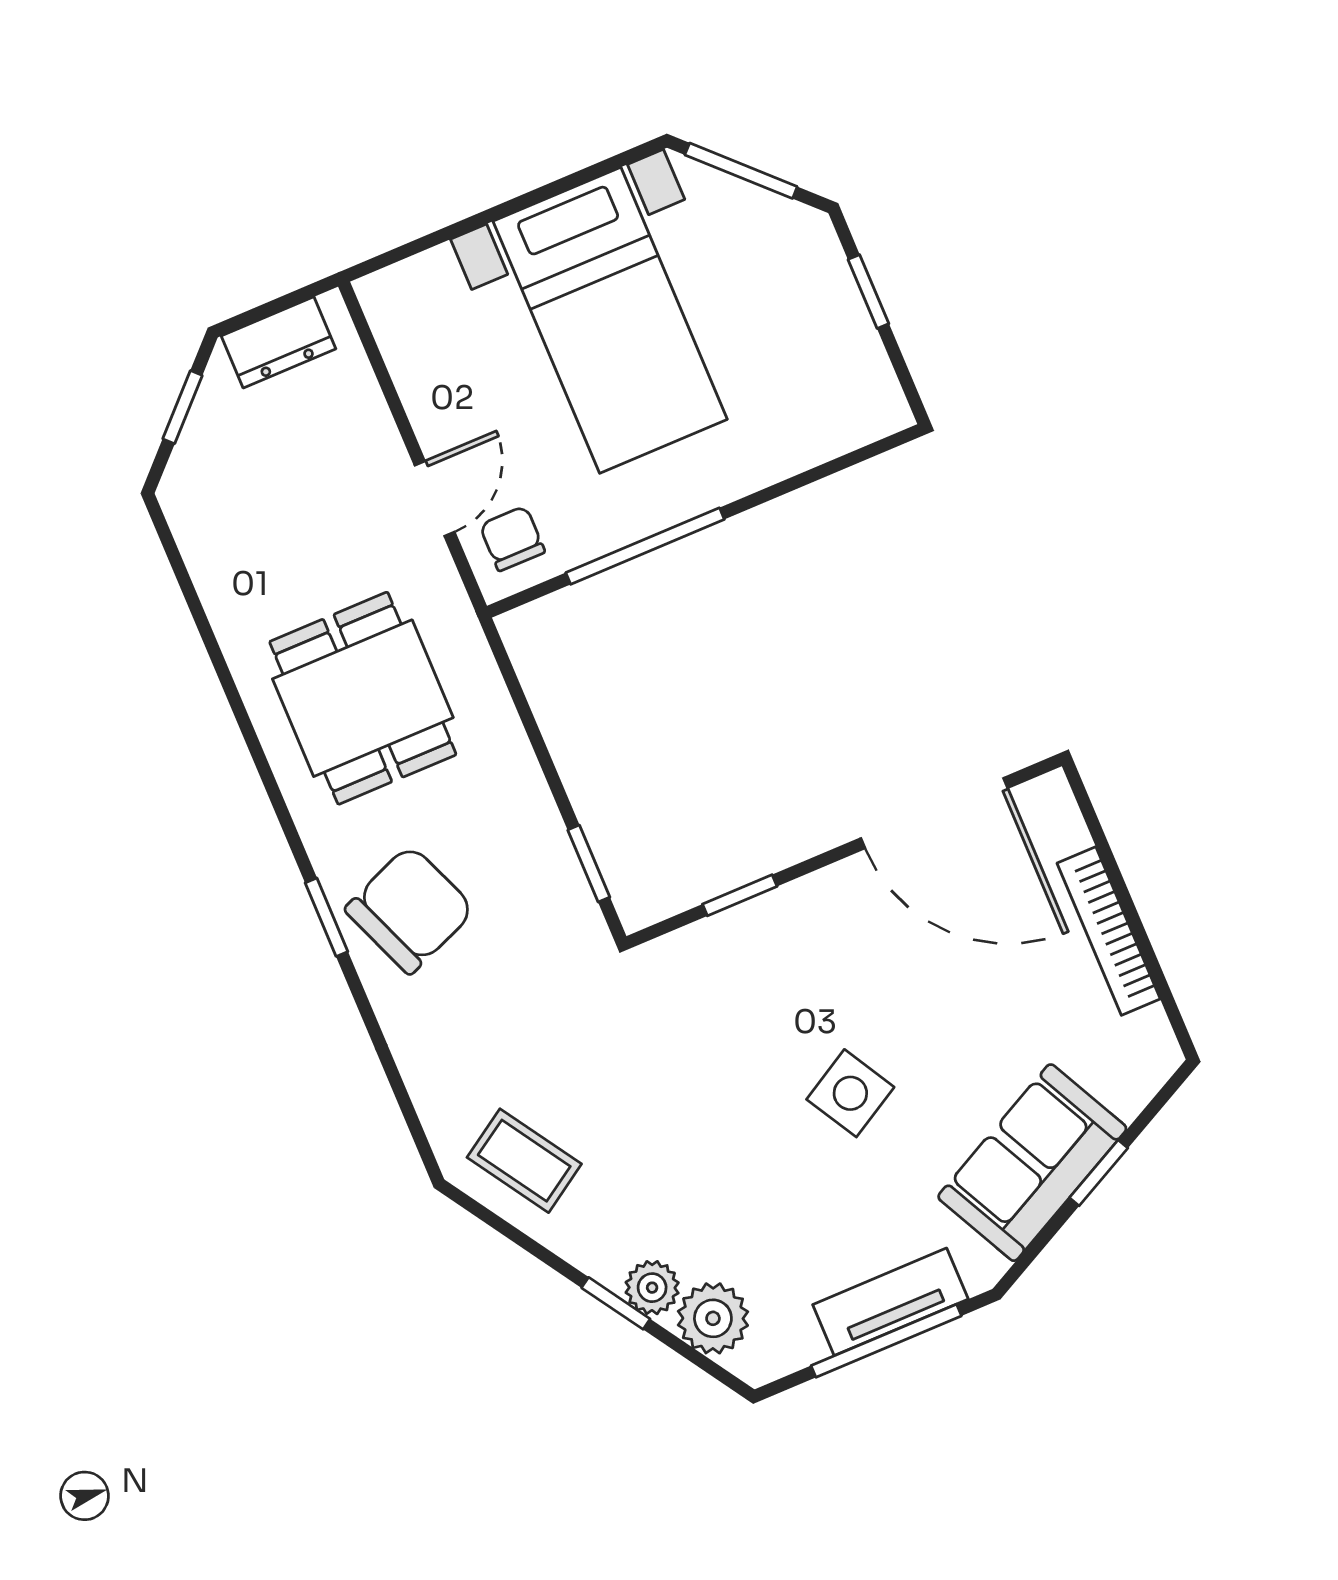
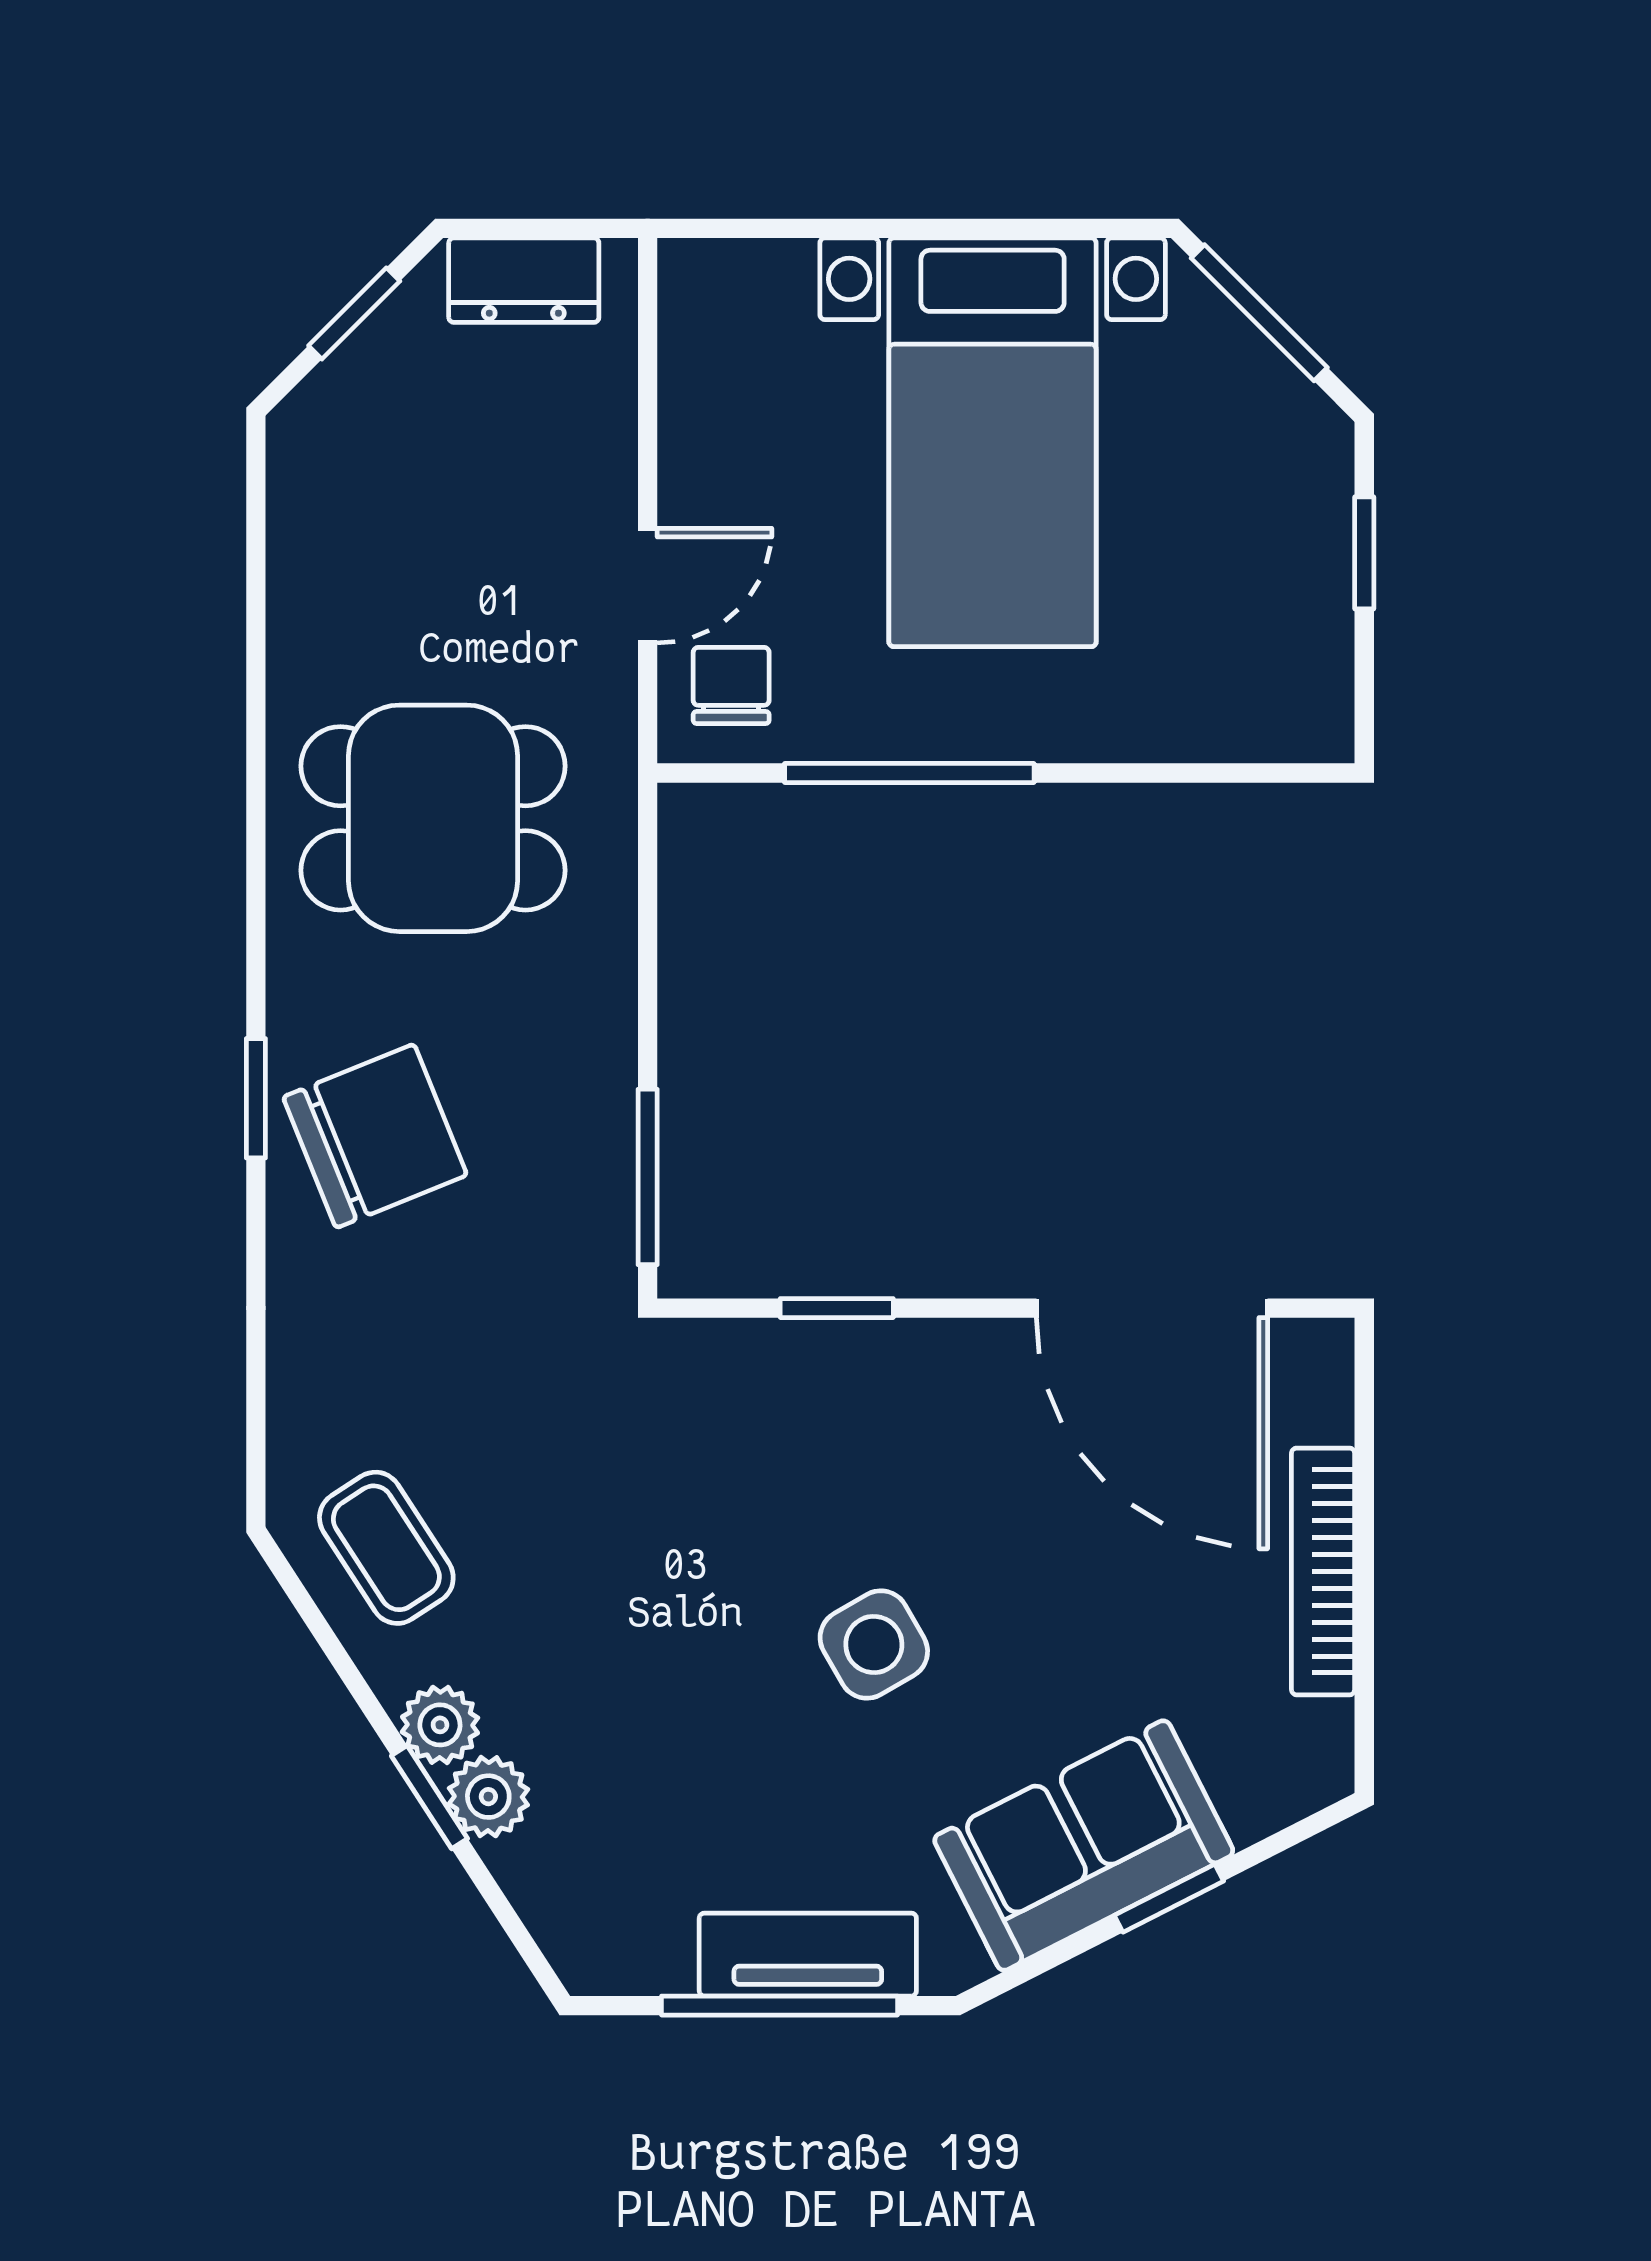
dining table: (363, 698) -> (433, 818), turned 90
window: (589, 864) -> (648, 1177), width x1.50
plant: (713, 1318) -> (440, 1725), moved, width x0.73, depth x0.73

